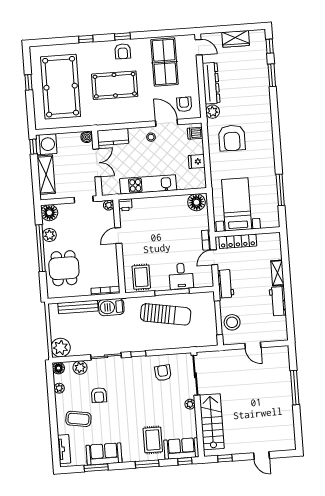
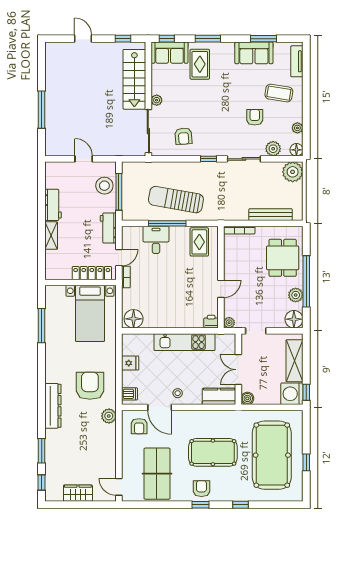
dresser: (211, 83) -> (53, 406), moved, turned 180
barbecue: (111, 307) -> (234, 212), removed

